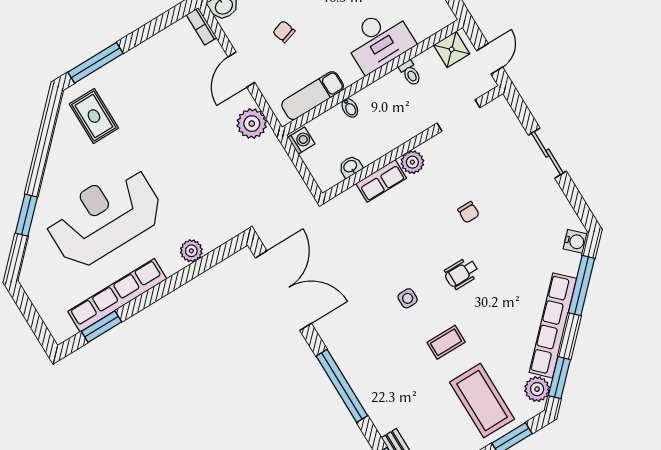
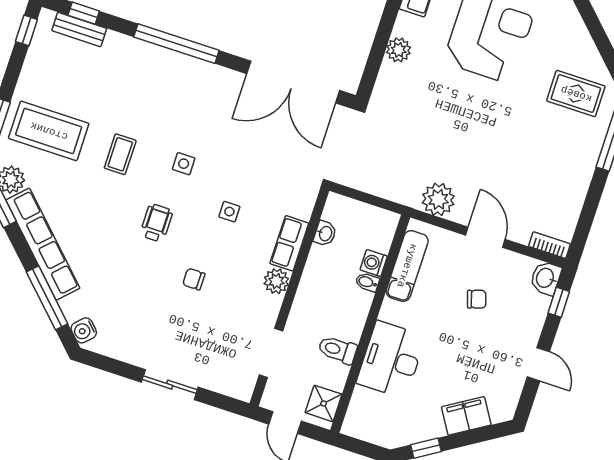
toilet: (410, 73) -> (337, 350), width x1.37, depth x1.39
washing machine: (301, 141) -> (374, 263), moved, turned 90
side table: (404, 238) -> (229, 212), added

